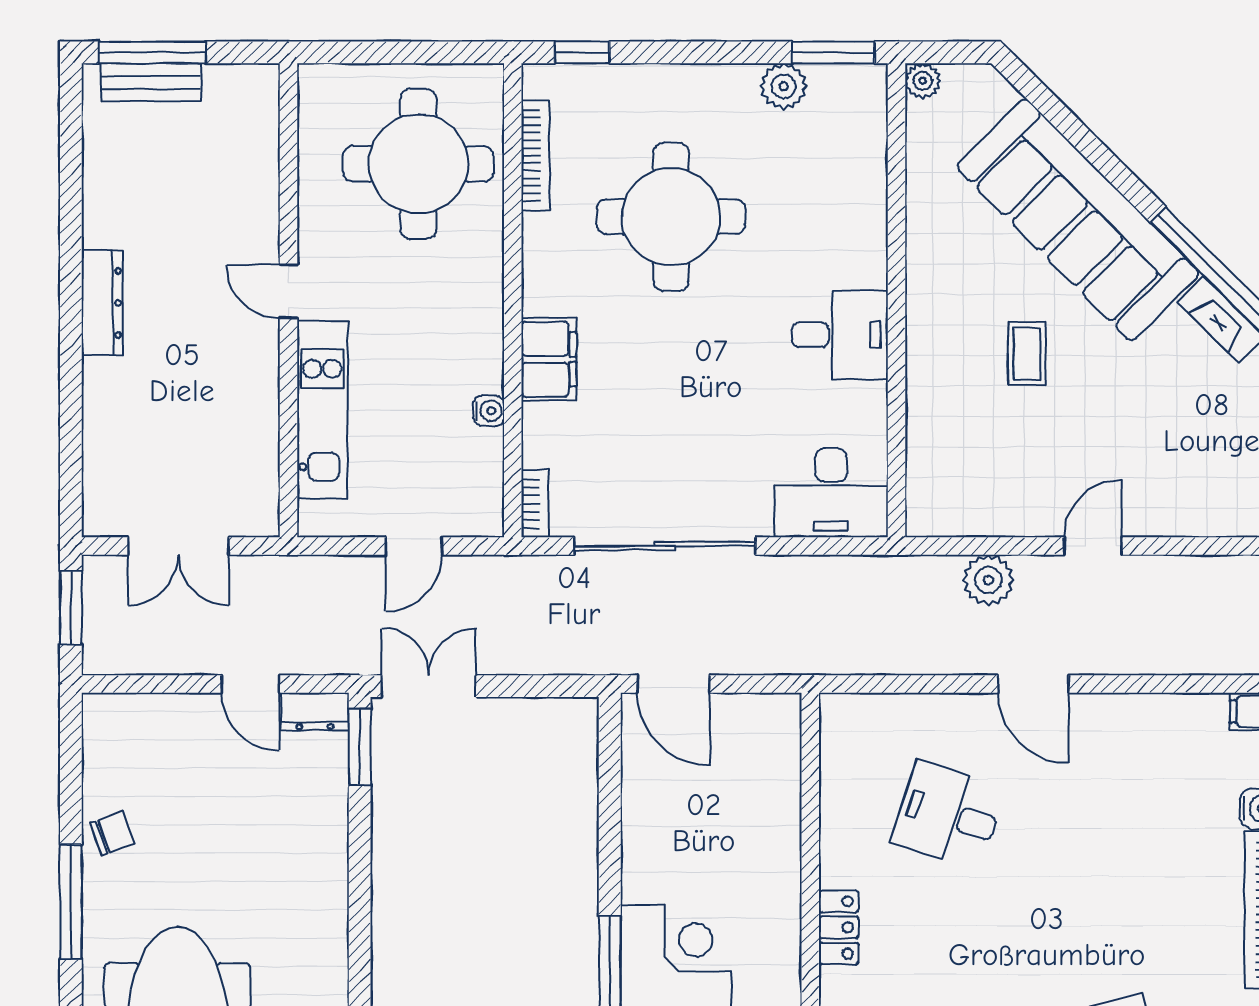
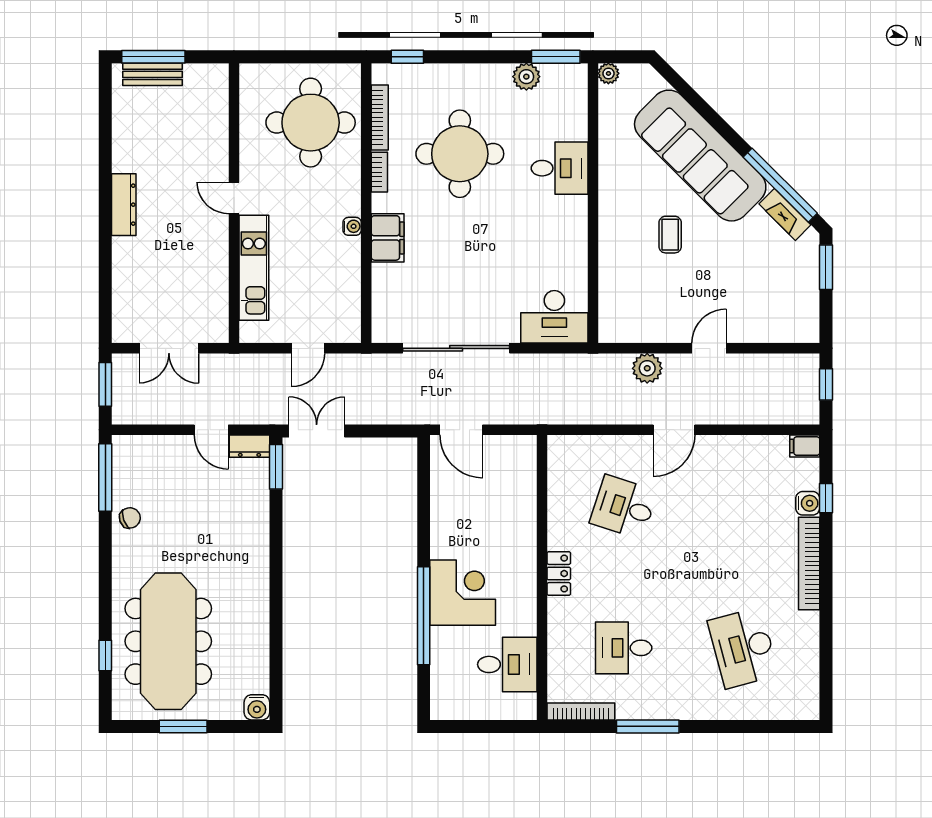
desk: (840, 335) -> (560, 168), moved
water cooler: (489, 411) -> (352, 226), moved
bookcase: (535, 504) -> (379, 172), moved
door: (1033, 684) -> (674, 430), hinge flipped
window: (71, 902) -> (105, 477), moved

